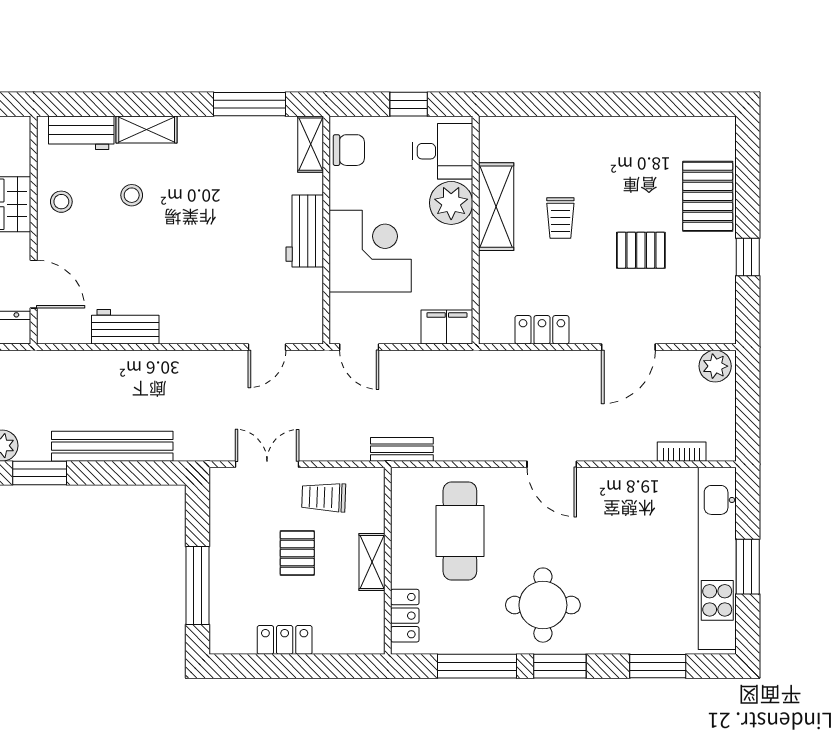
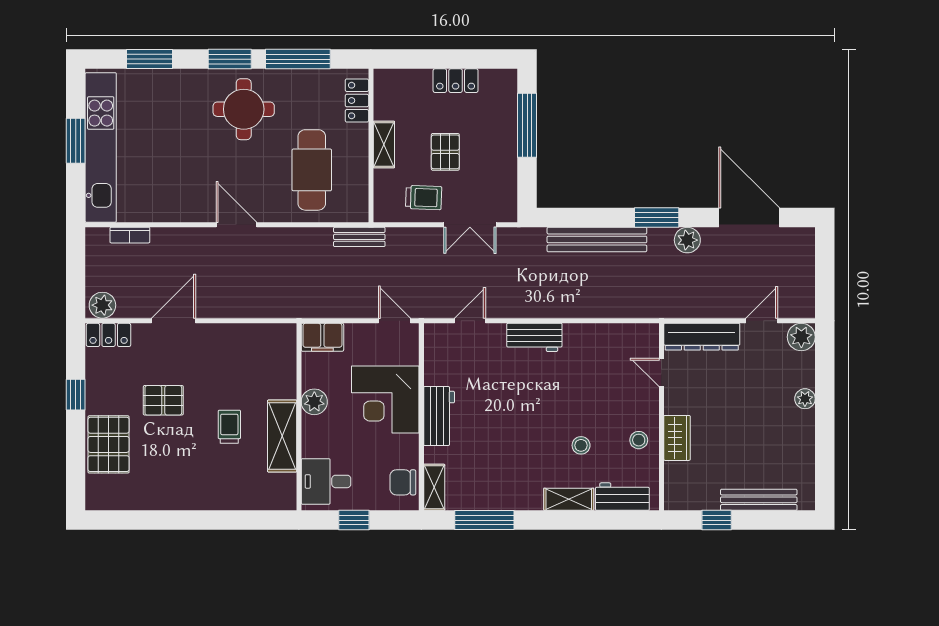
plant: (451, 203) -> (314, 402), moved, width x0.73, depth x0.73
door: (34, 284) -> (661, 372), width x0.73
workbench: (125, 327) -> (534, 337), moved
locker: (542, 330) -> (109, 335), moved

